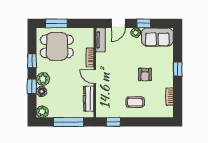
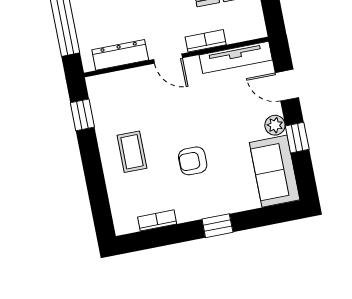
tv unit: (100, 40) -> (236, 57), width x1.41
door: (95, 77) -> (168, 59), swing flipped

